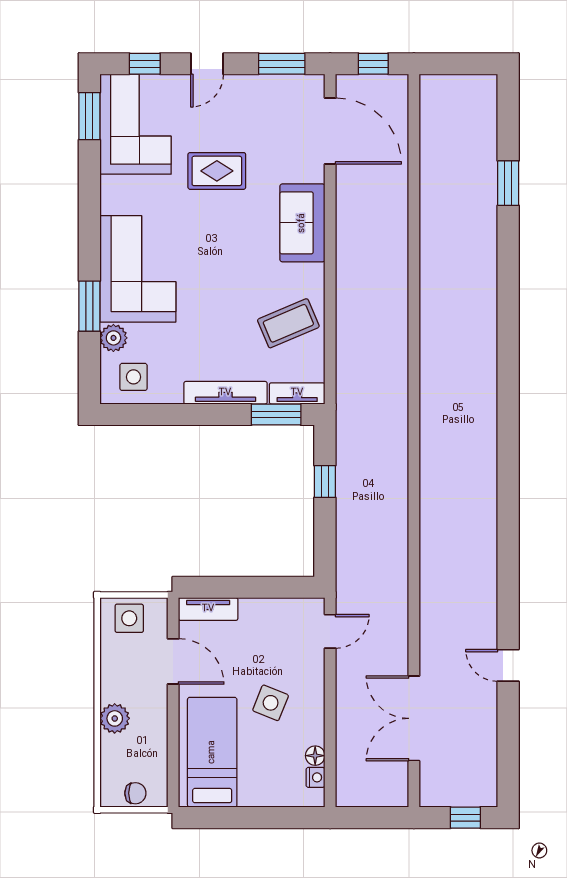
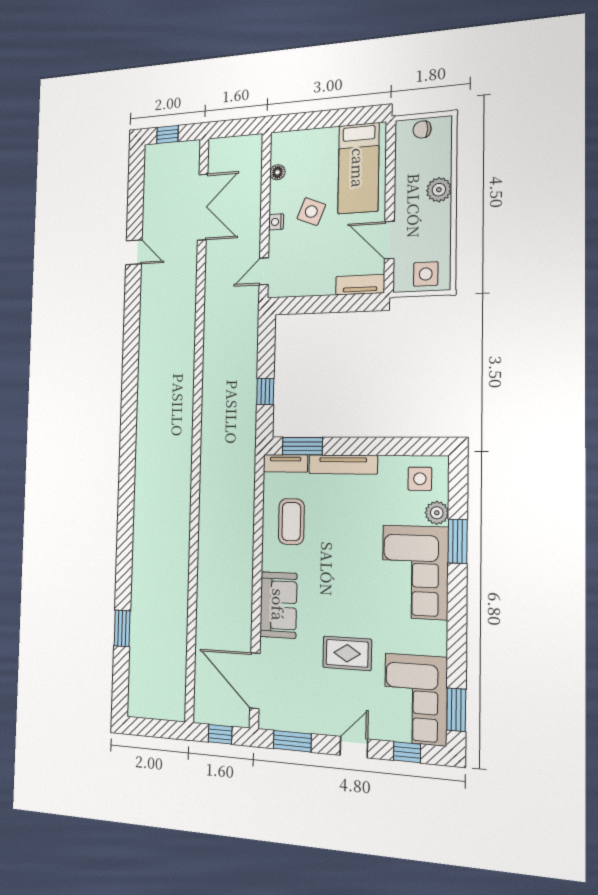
coffee table: (288, 323) -> (291, 522), turned -67
nightstand: (316, 777) -> (276, 222), moved

